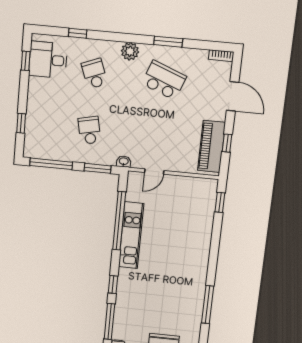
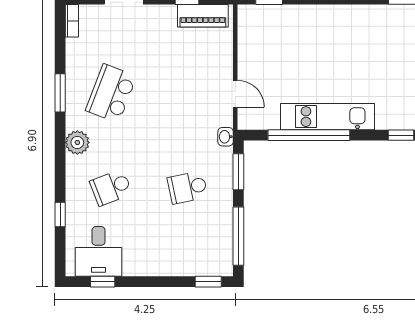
window: (21, 123) -> (208, 282), moved
piano: (212, 147) -> (203, 16), width x0.73, depth x0.75

